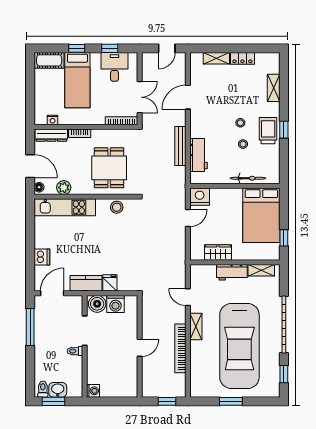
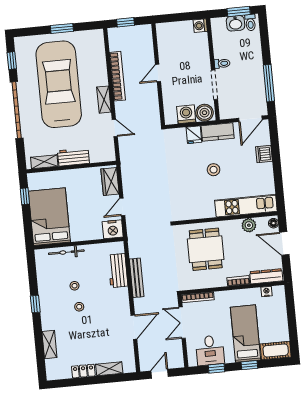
trolley: (268, 131) -> (51, 301), removed
stool: (117, 207) -> (214, 170), moved
wardrobe: (218, 253) -> (110, 182), moved, turned 90

